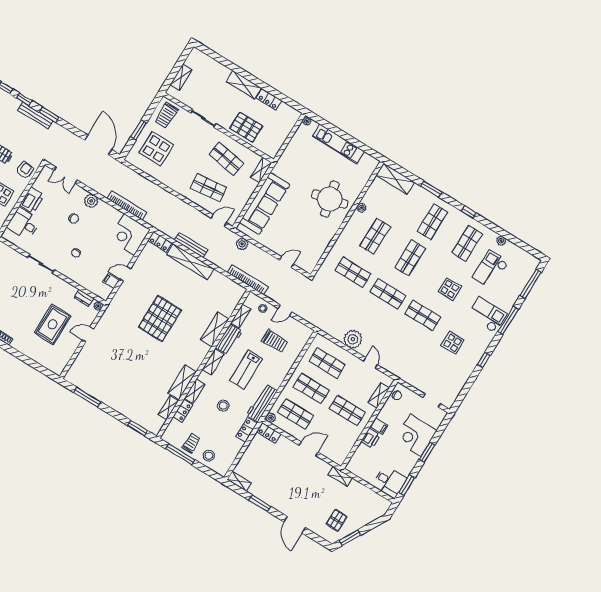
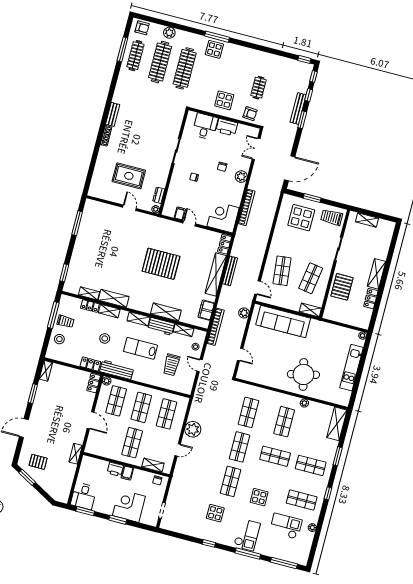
shop shelf: (375, 236) -> (284, 422), turned 90
filing cabinet: (226, 284) -> (206, 310), added

